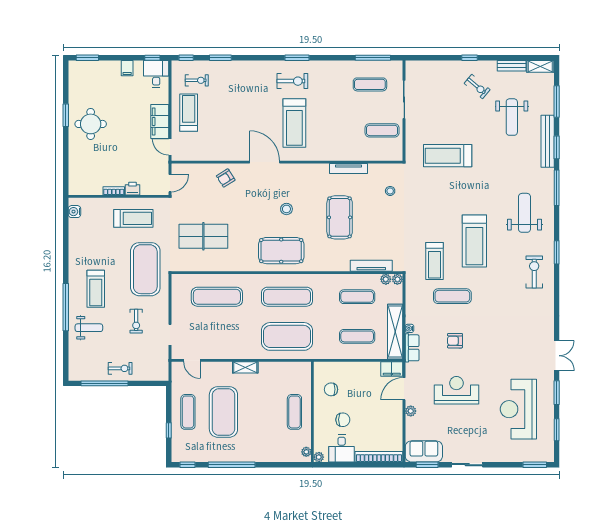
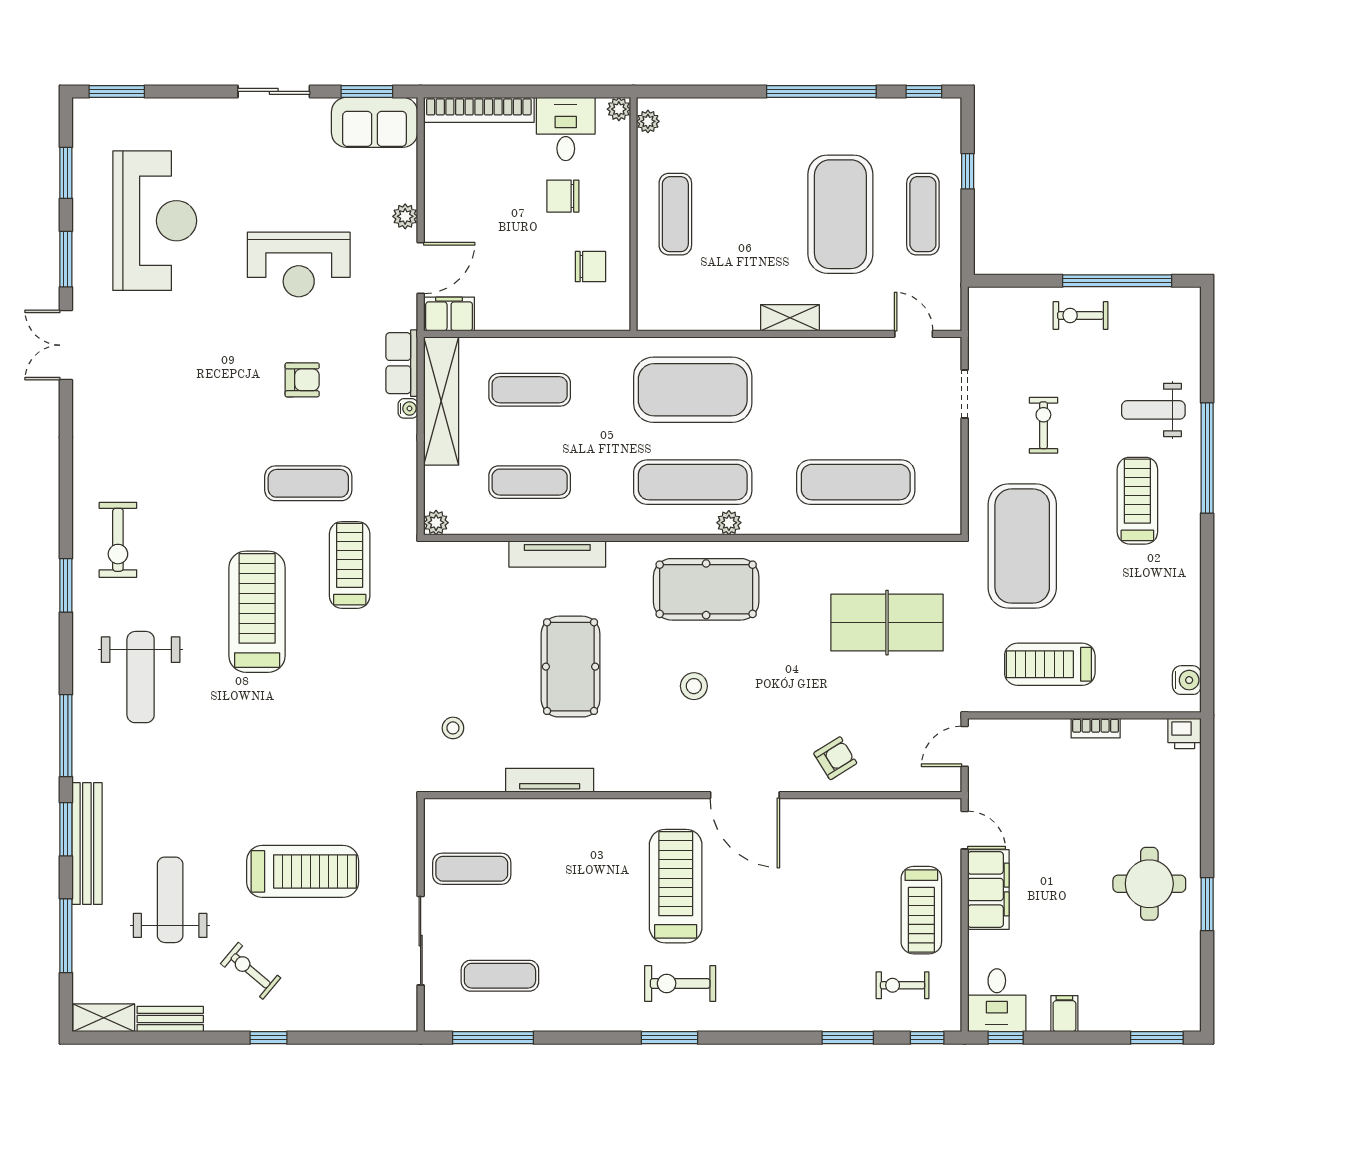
treadmill: (448, 156) -> (303, 871), moved
printer: (132, 189) -> (1185, 733), moved
tv unit: (371, 266) -> (557, 554), moved
plant: (386, 279) -> (729, 523), moved

